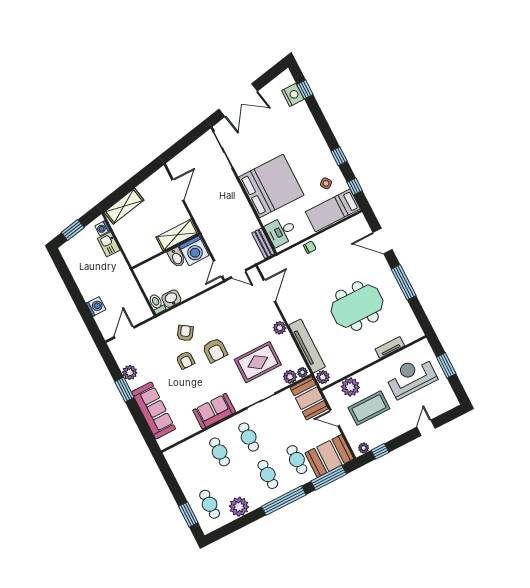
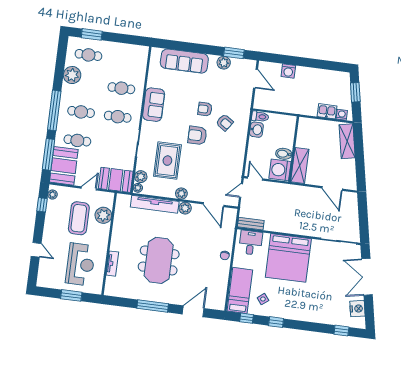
nightstand: (293, 95) -> (357, 309), moved, turned -101
plant: (323, 377) -> (185, 208), moved
window: (124, 390) -> (234, 53), moved

